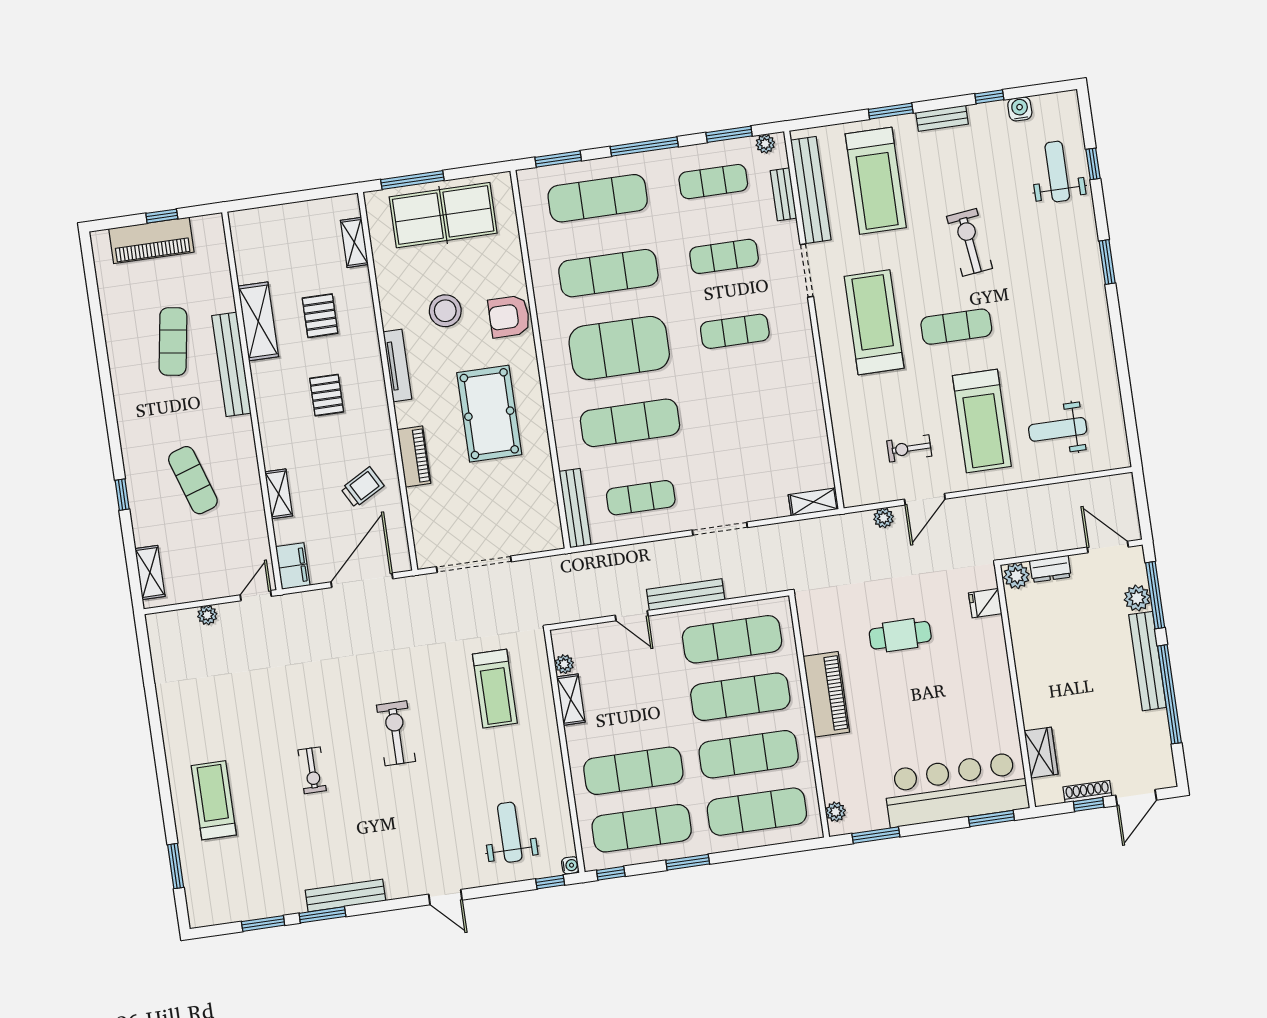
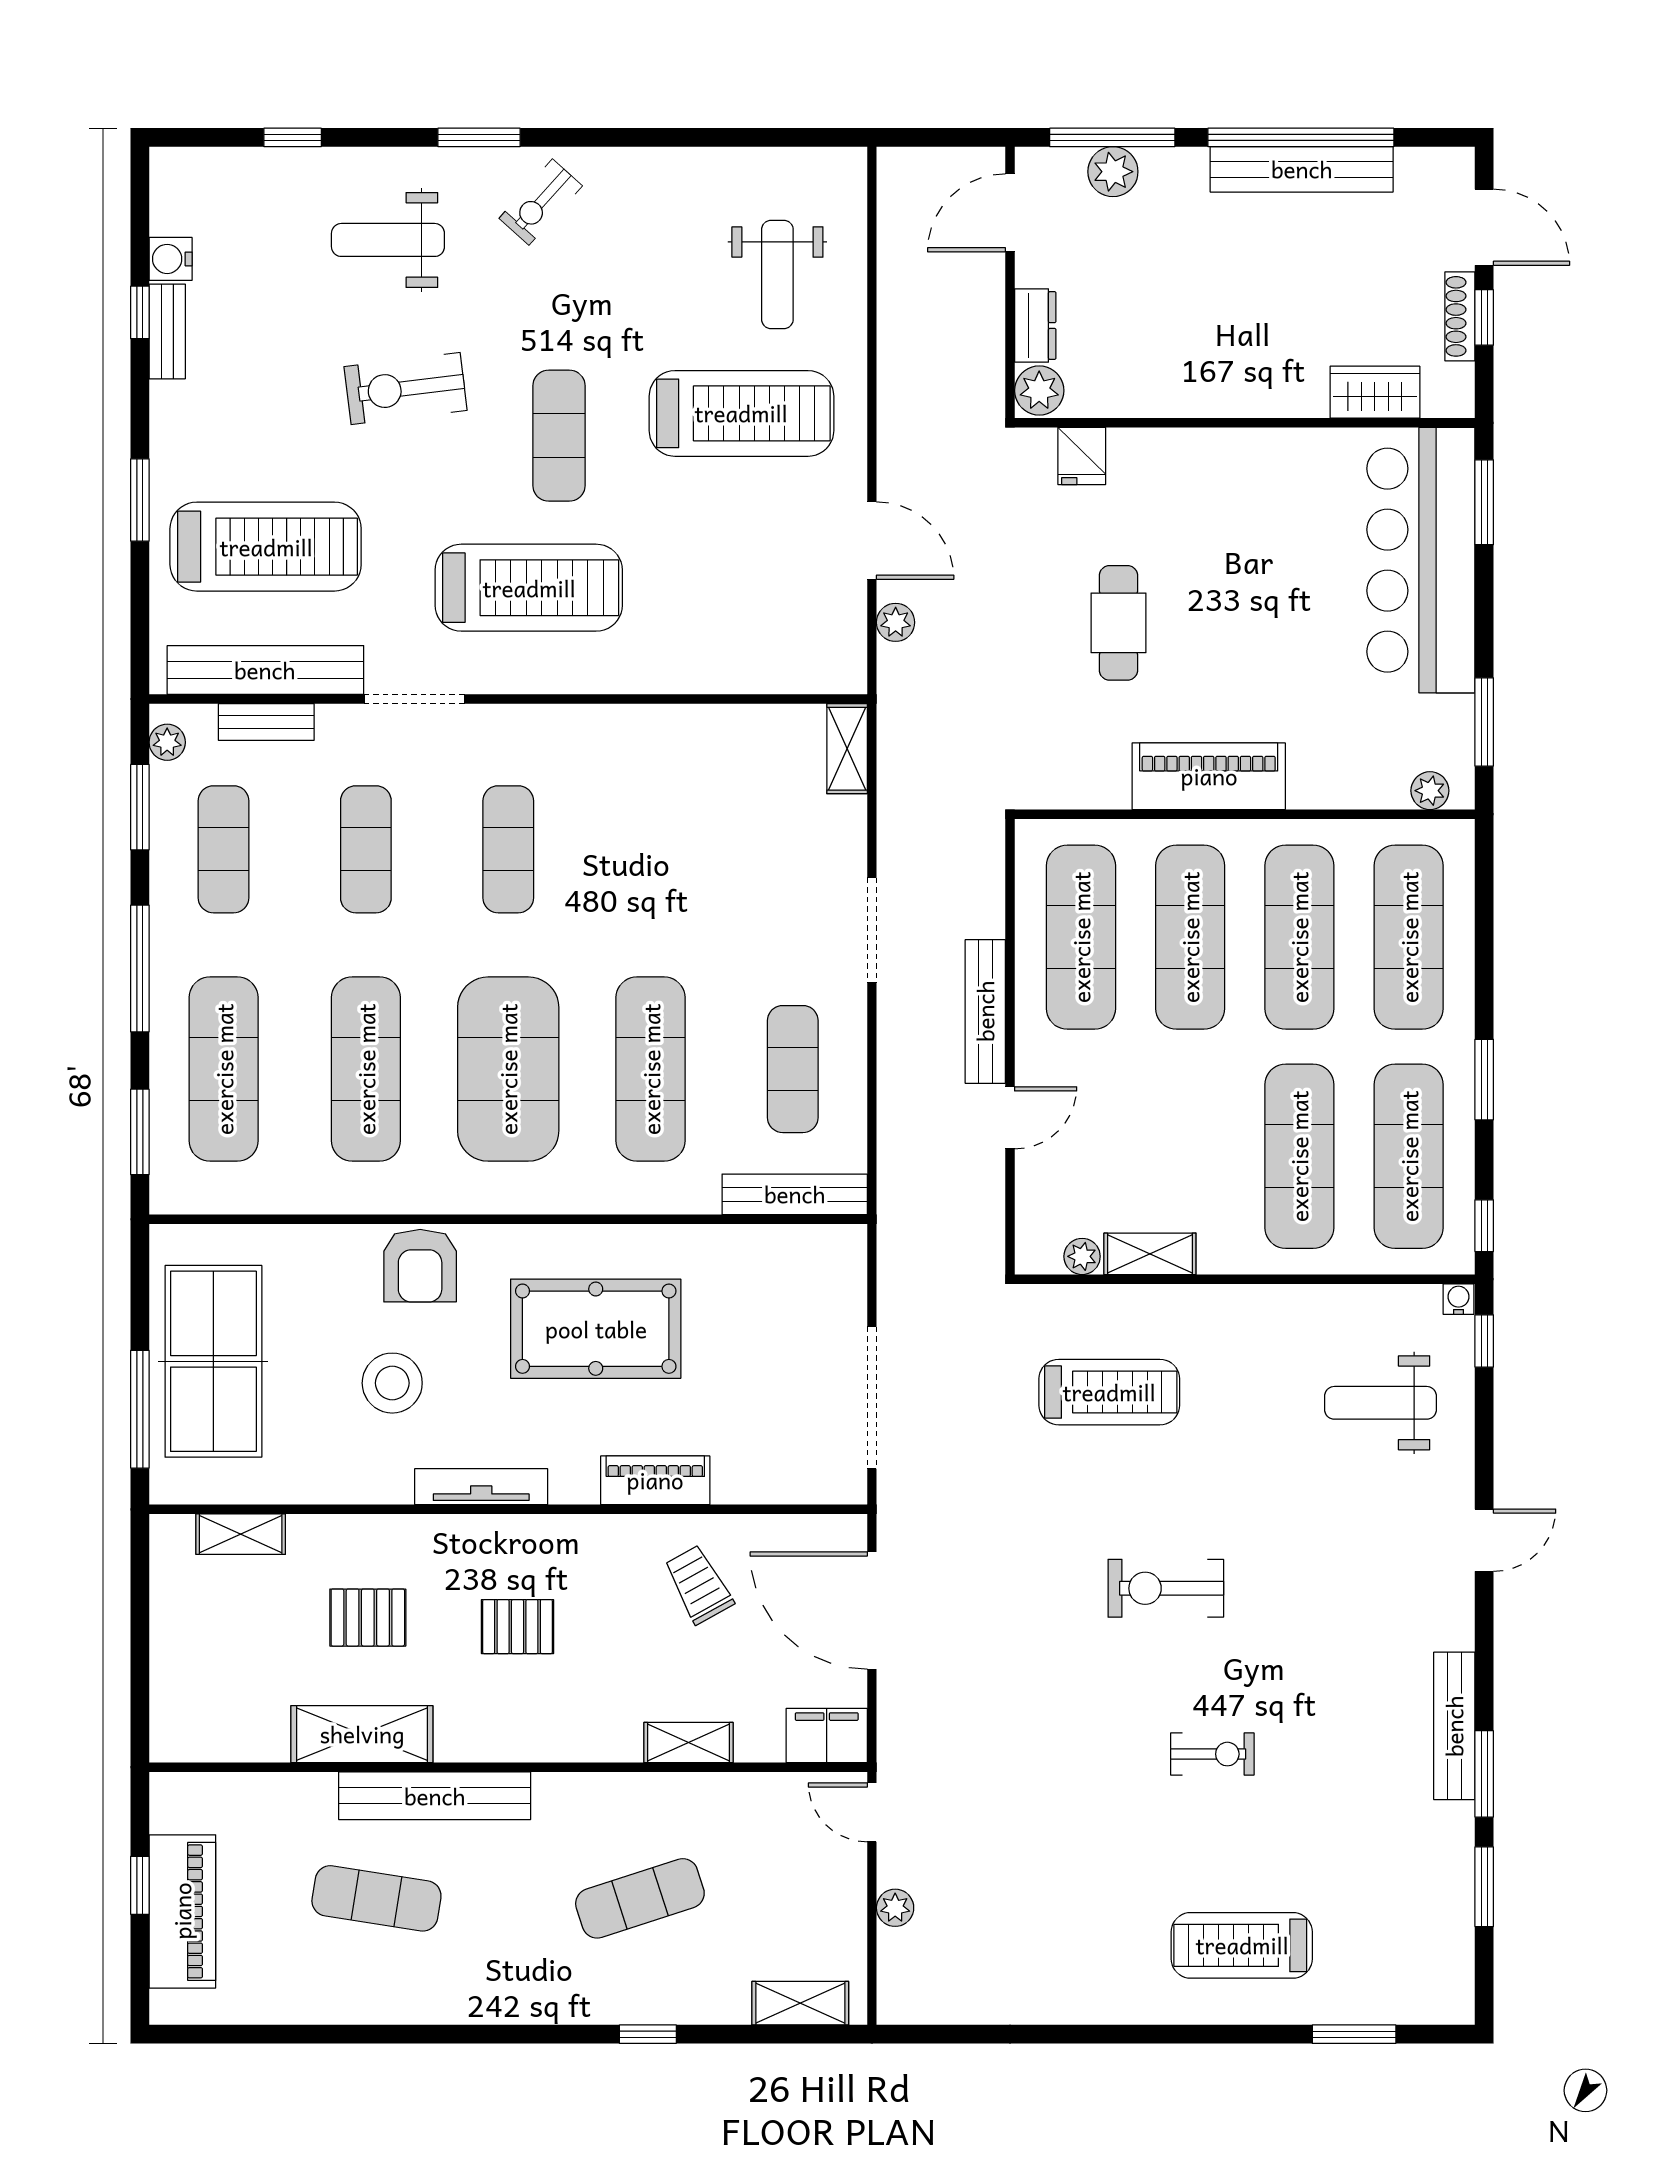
bench: (942, 118) -> (167, 331), moved
weight bench: (1057, 171) -> (388, 240), moved
treadmill: (874, 322) -> (529, 588), turned 180
exercise bike: (909, 448) -> (541, 202), moved, turned 42
bench: (1147, 661) -> (1302, 169), moved

